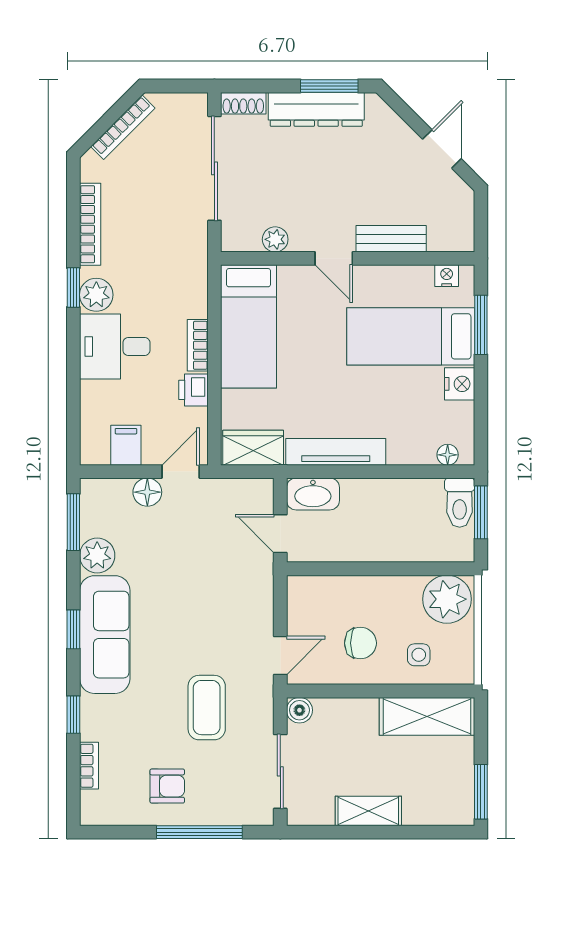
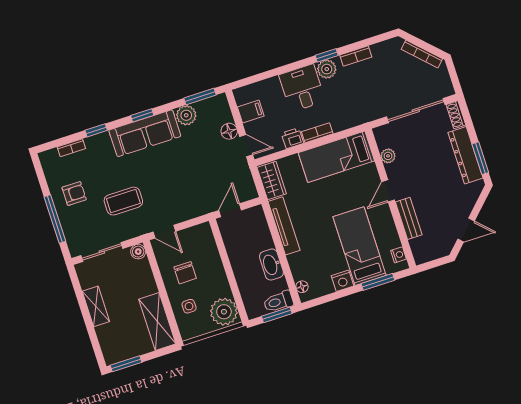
bookcase: (90, 224) -> (356, 56), width x0.64
washbasin: (313, 494) -> (271, 264), moved
armchair: (167, 786) -> (74, 194), turned -90

